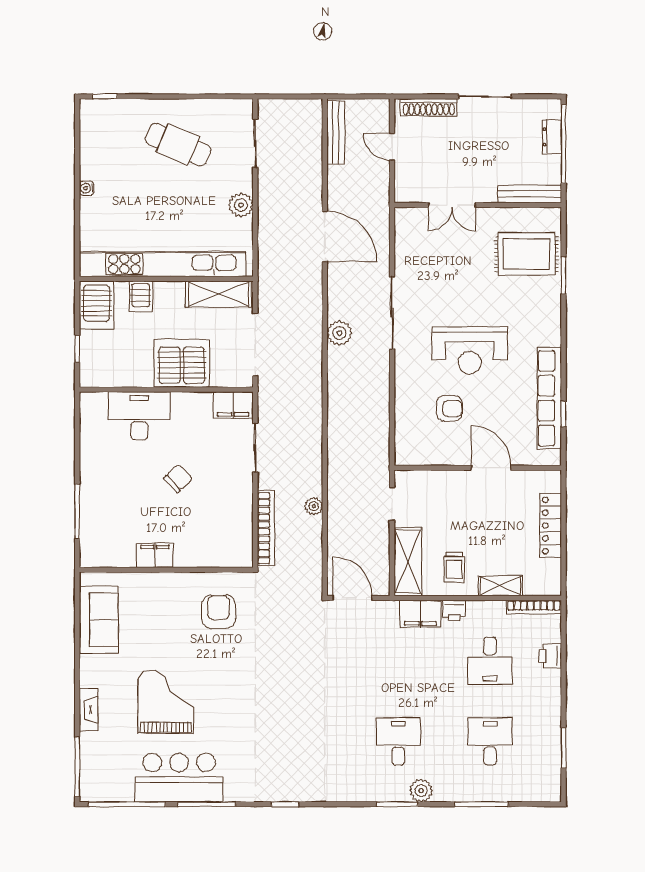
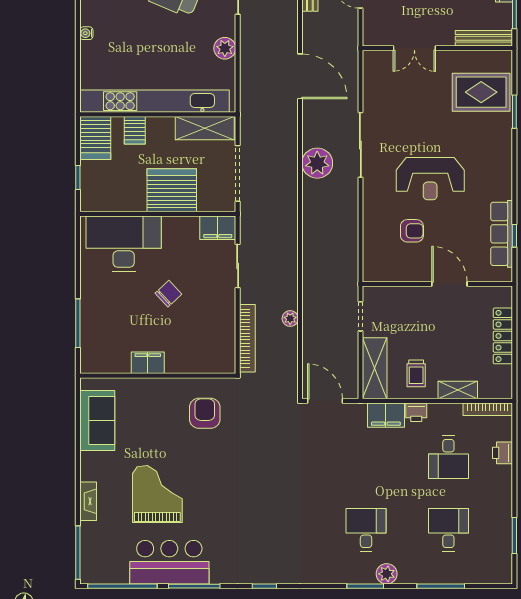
plant: (339, 333) -> (317, 163), width x1.36, depth x1.36
row of seats: (549, 398) -> (502, 234), width x0.73
desk: (139, 416) -> (124, 244), width x1.36, depth x1.30

